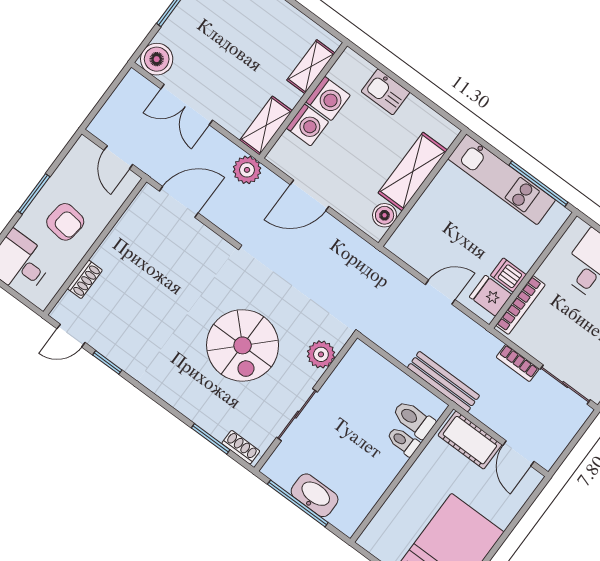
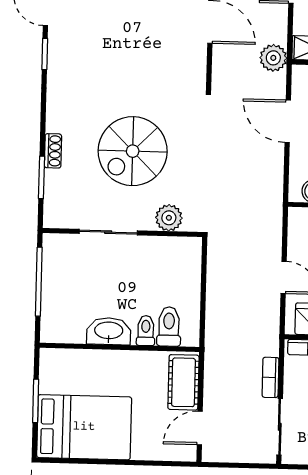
bench: (443, 382) -> (215, 329), removed
shoe rack: (241, 447) -> (53, 151), moved
washbasin: (315, 495) -> (109, 331), moved, turned -90

